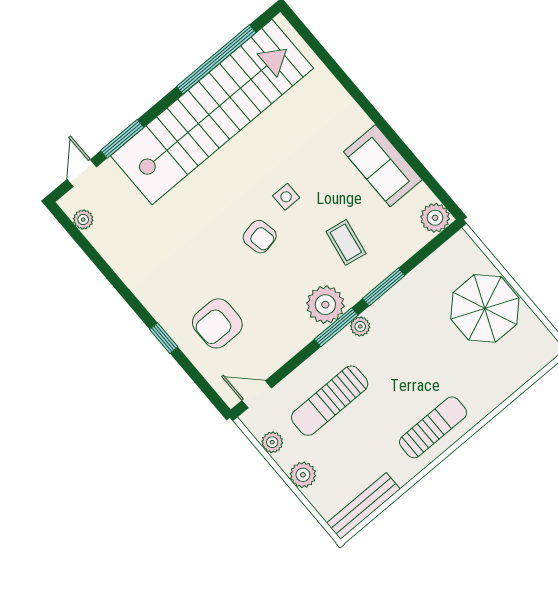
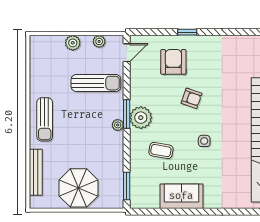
plant: (435, 218) -> (138, 200), removed
armchair: (260, 237) -> (192, 98), moved, turned -150
window: (384, 287) -> (127, 186), moved
sun lounger: (330, 401) -> (96, 83), turned 90
bench: (363, 506) -> (36, 172), moved

